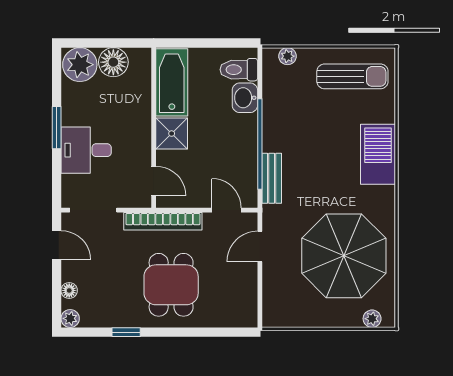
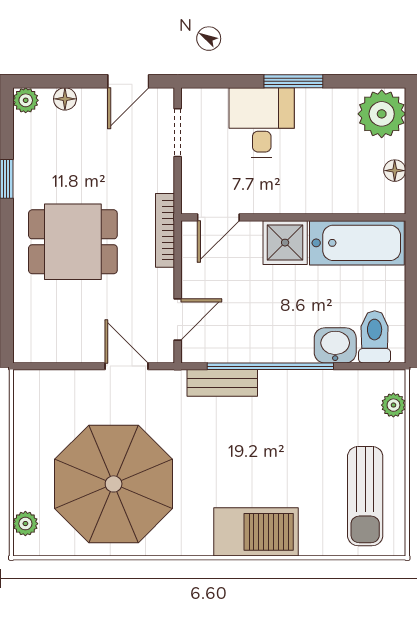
floor lamp: (113, 62) -> (395, 171), width x0.53, depth x0.53
doorway: (93, 210) -> (178, 133), width x0.73
bookcase: (163, 221) -> (165, 230), width x0.68, depth x0.76

